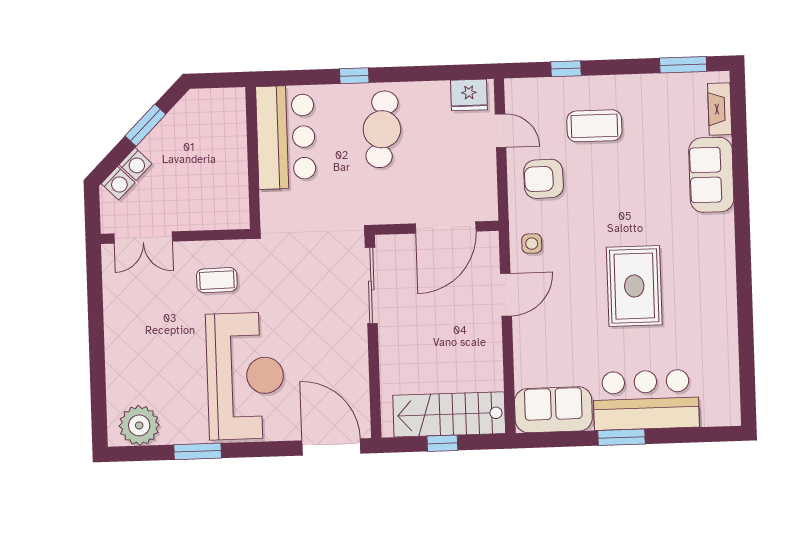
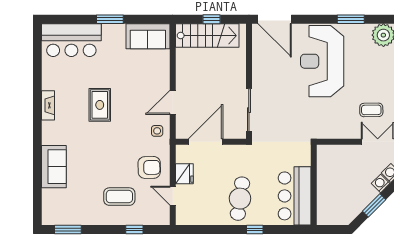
fridge: (469, 95) -> (184, 174), moved, turned 90
fireplace: (720, 109) -> (48, 105), moved
coffee table: (217, 280) -> (371, 110), moved
rug: (634, 286) -> (100, 105), width x0.73, depth x0.70
bar counter: (646, 400) -> (71, 40), moved

